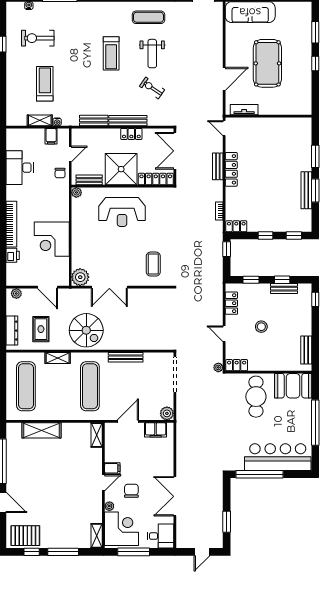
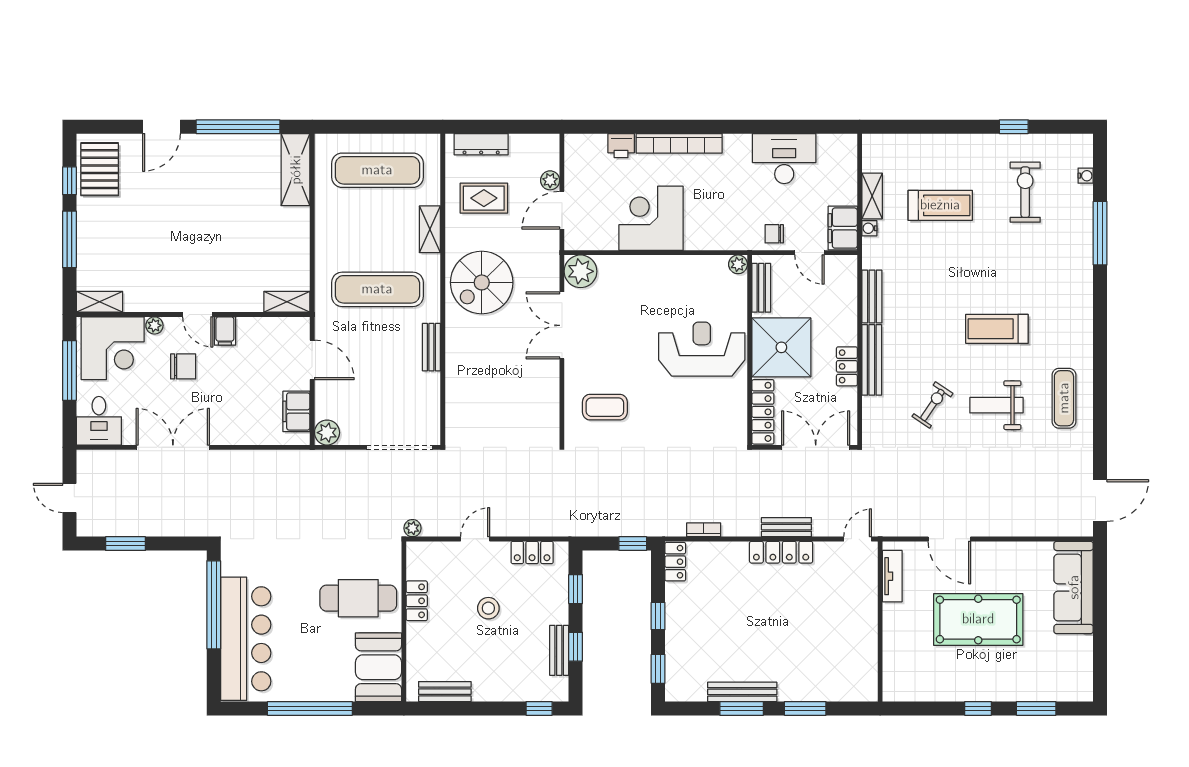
filing cabinet: (51, 136) -> (843, 228), width x2.00
reception desk: (122, 212) -> (702, 349), turned 90
plant: (16, 293) -> (550, 180), moved
bench: (126, 357) -> (431, 347), width x0.73
locker: (237, 365) -> (417, 601), moved
shelving: (41, 430) -> (296, 170), moved

